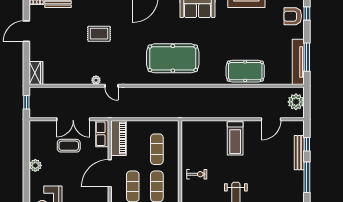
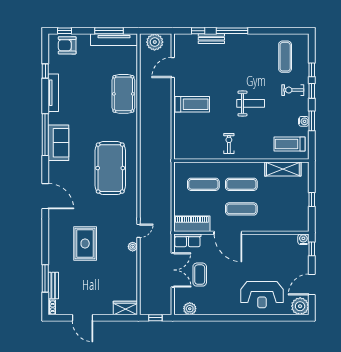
armchair: (293, 16) -> (67, 45), turned 90
rug: (99, 34) -> (85, 244), width x1.36, depth x1.43
door: (271, 119) -> (173, 67), swing flipped
bench: (299, 153) -> (211, 39), width x0.73
plant: (35, 165) -> (190, 309), moved

